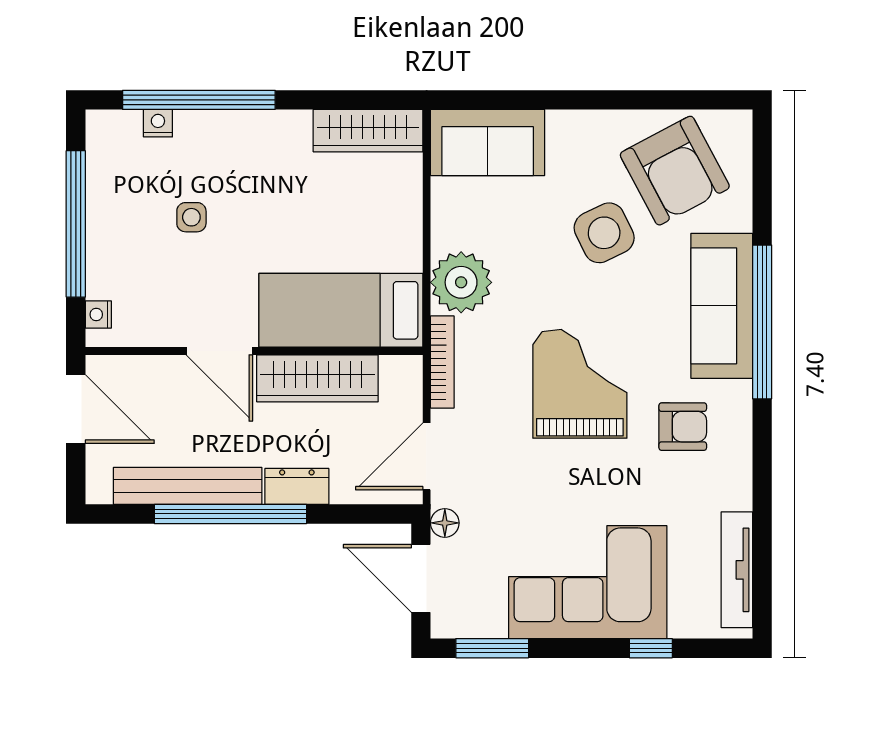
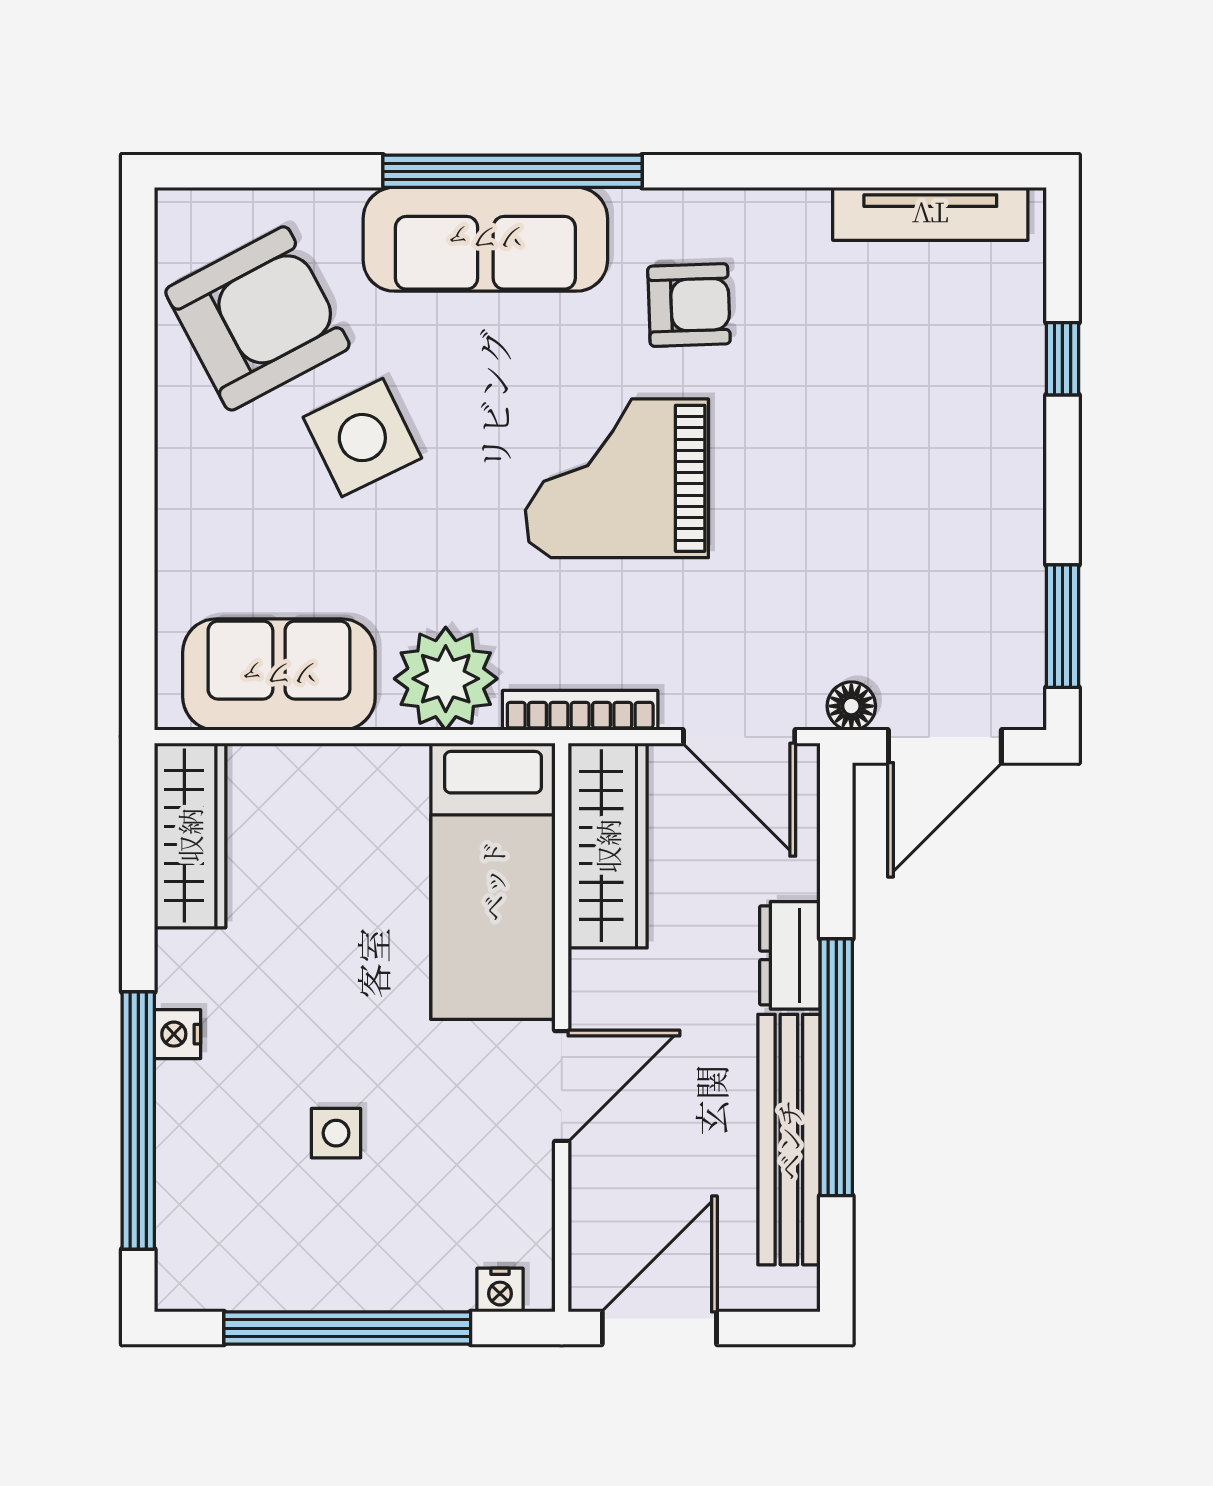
nightstand: (158, 123) -> (178, 1034), moved
sofa: (488, 142) -> (279, 675), moved, turned -90
wardrobe: (317, 378) -> (608, 846), moved
armchair: (683, 427) -> (689, 305), turned 88
corner sofa: (588, 582) -> (951, 465), removed

